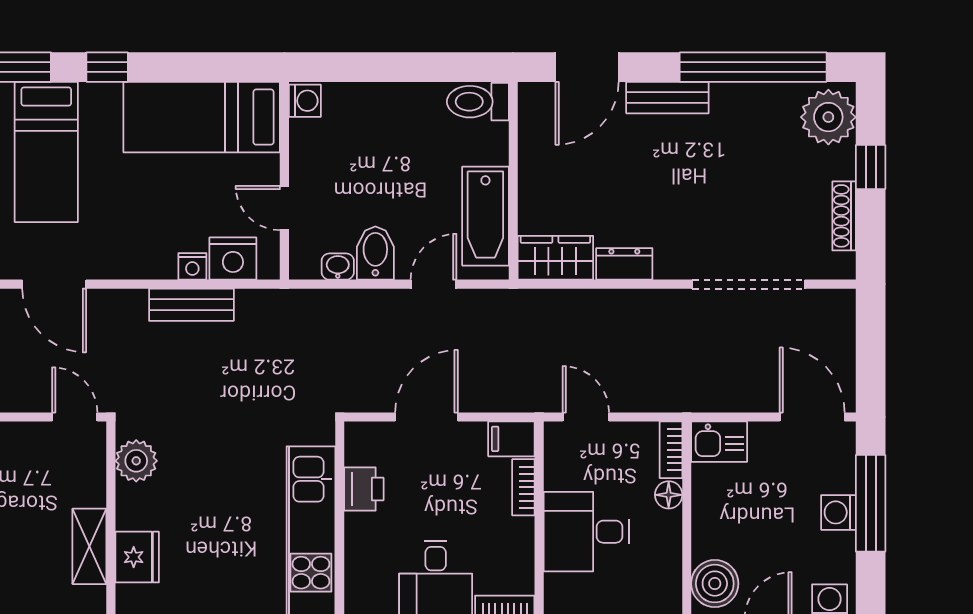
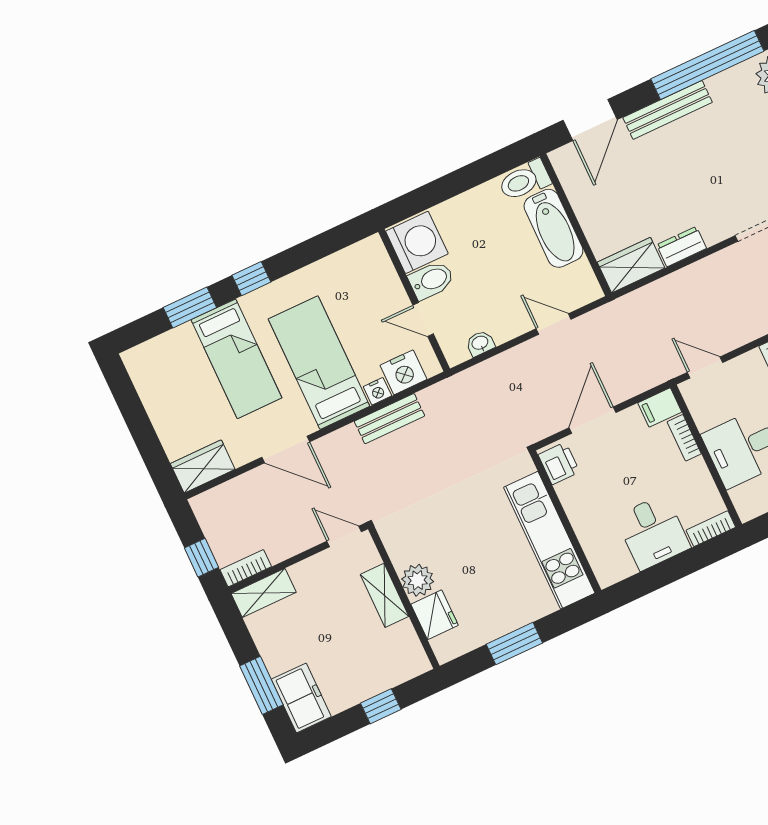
bench: (667, 98) -> (668, 110), width x1.36
washing machine: (305, 101) -> (417, 242), width x1.89, depth x1.89
bed: (202, 117) -> (319, 363), moved, turned 90
bathtub: (485, 216) -> (553, 228), moved
bidet: (375, 253) -> (431, 280), moved, turned 90
door: (433, 284) -> (554, 324), hinge flipped
plant: (136, 461) -> (418, 580), moved
printer: (364, 489) -> (559, 463), moved
shelving: (89, 546) -> (385, 595), moved

